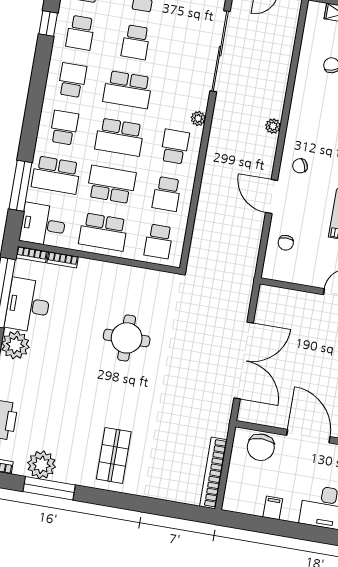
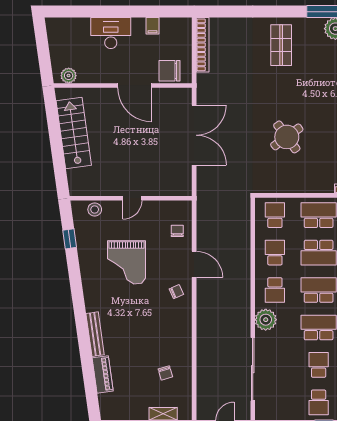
plant: (198, 118) -> (266, 320), width x1.87, depth x1.87
plant: (273, 126) -> (202, 319), removed
round table: (127, 338) -> (287, 137), turned -36
double door: (244, 360) -> (194, 135), swing flipped
chair: (261, 447) -> (170, 71), turned -90

